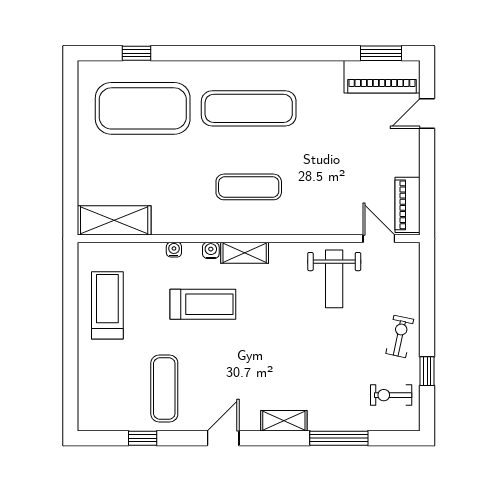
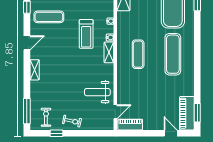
door: (223, 438) -> (27, 43), hinge flipped
window: (339, 438) -> (27, 111), moved

